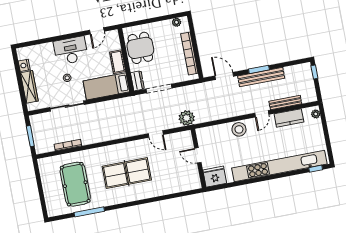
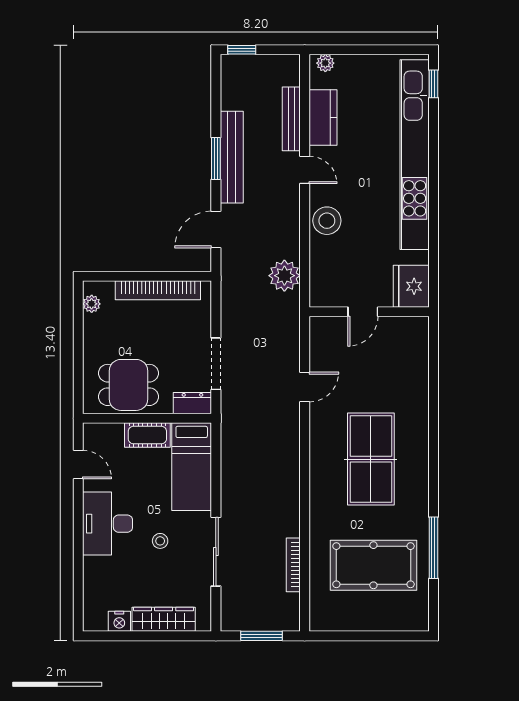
plant: (187, 118) -> (284, 276), moved

